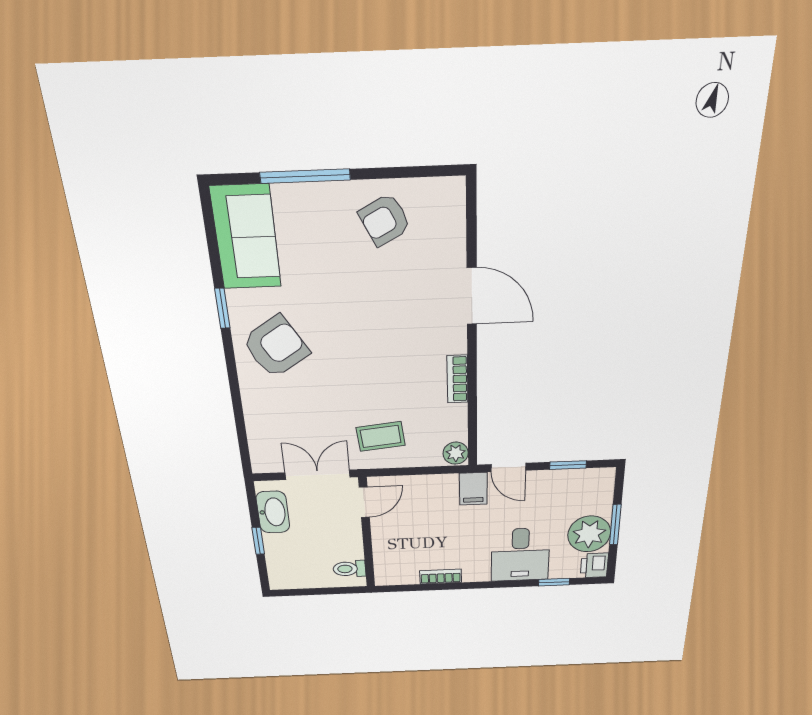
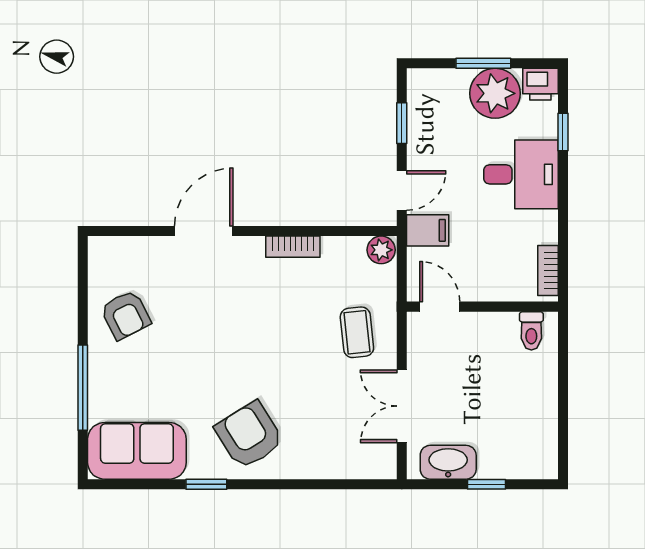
door: (364, 502) -> (440, 307), moved
wall: (367, 534) -> (482, 307), moved
toilet: (349, 569) -> (531, 331), moved

